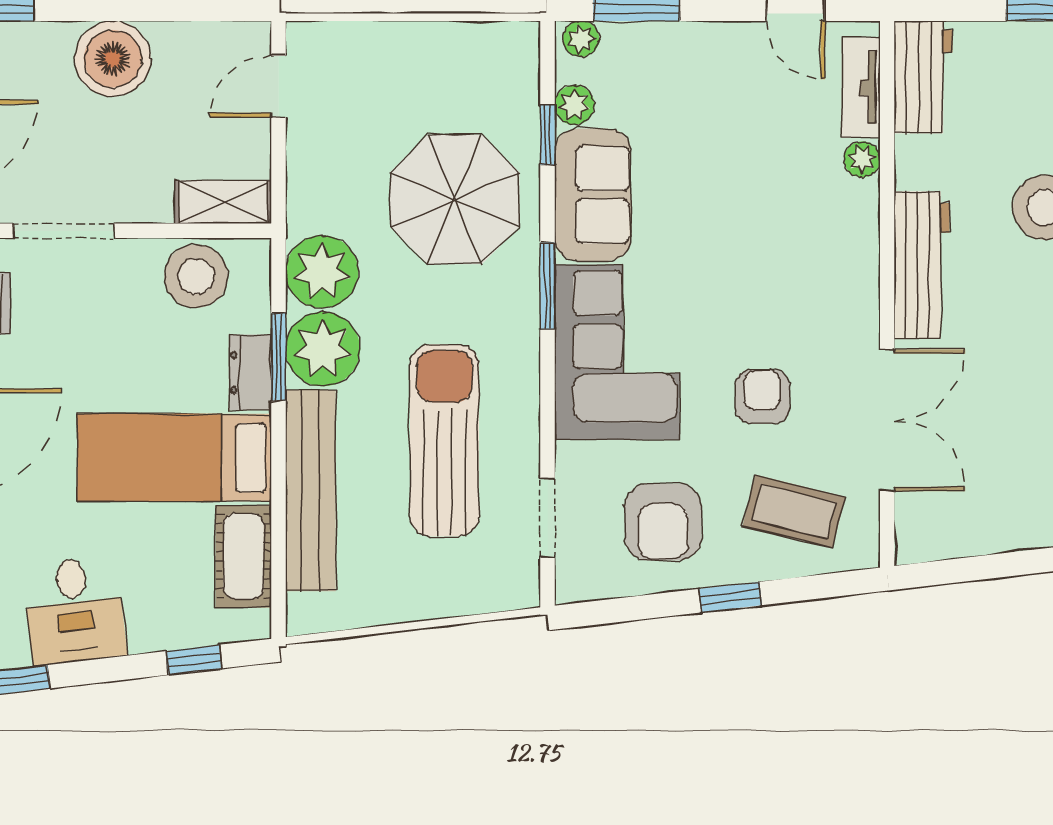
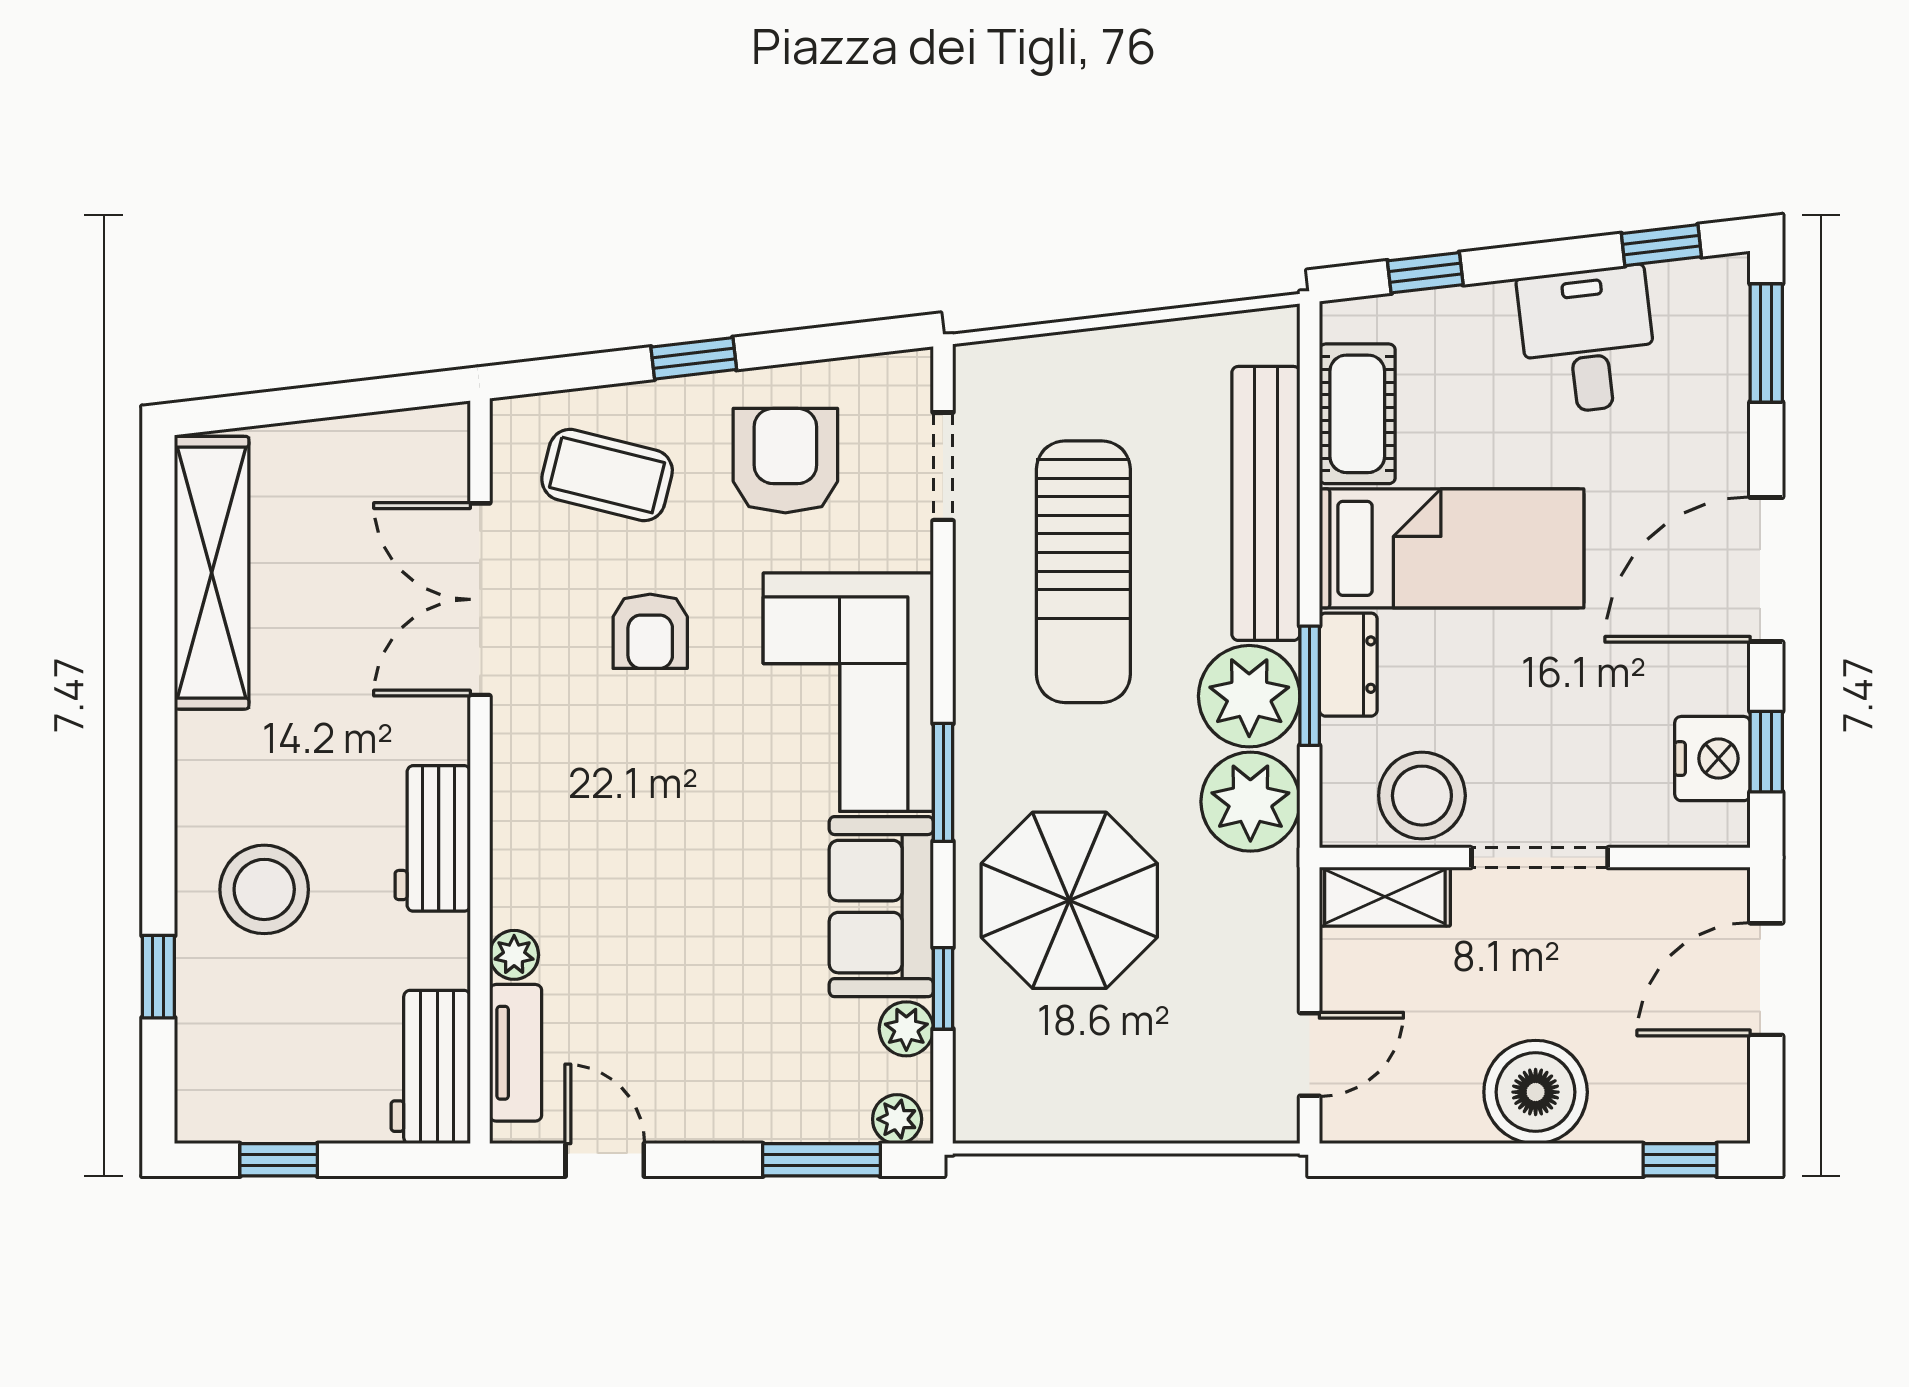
doorway: (64, 231) -> (1540, 858), moved
workbench: (922, 265) -> (433, 838), width x0.73

